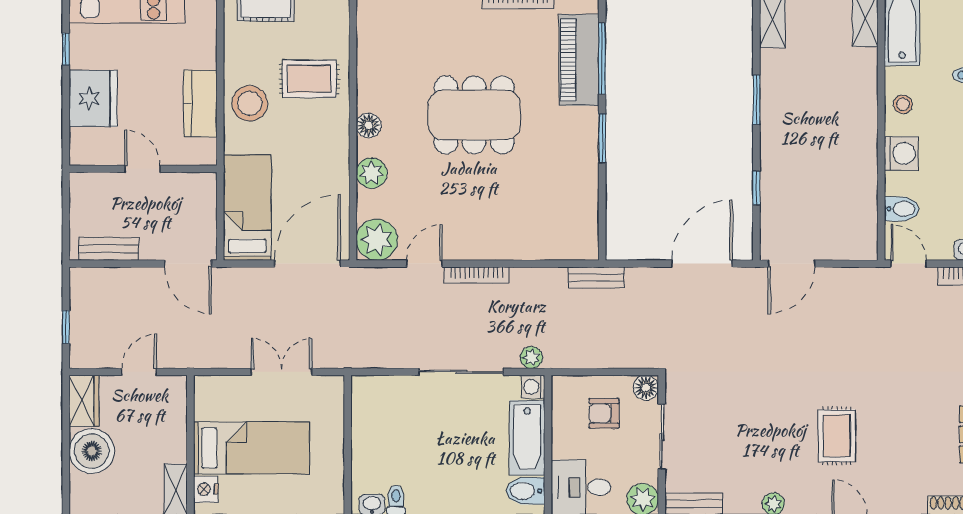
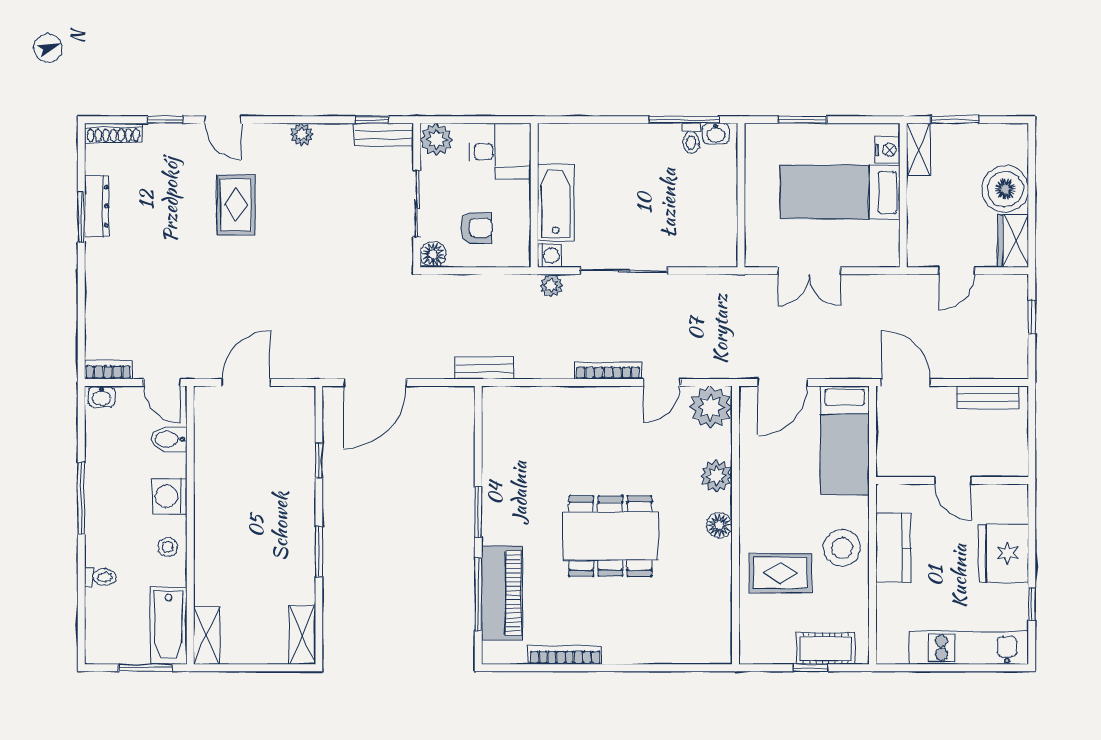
door: (308, 264) -> (782, 383), width x0.73
door: (792, 264) -> (246, 383), moved
bidet: (525, 491) -> (558, 148), removed

